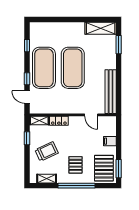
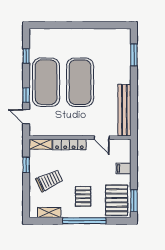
shelving: (101, 28) -> (113, 36), removed
locker: (59, 121) -> (69, 145), width x1.53

